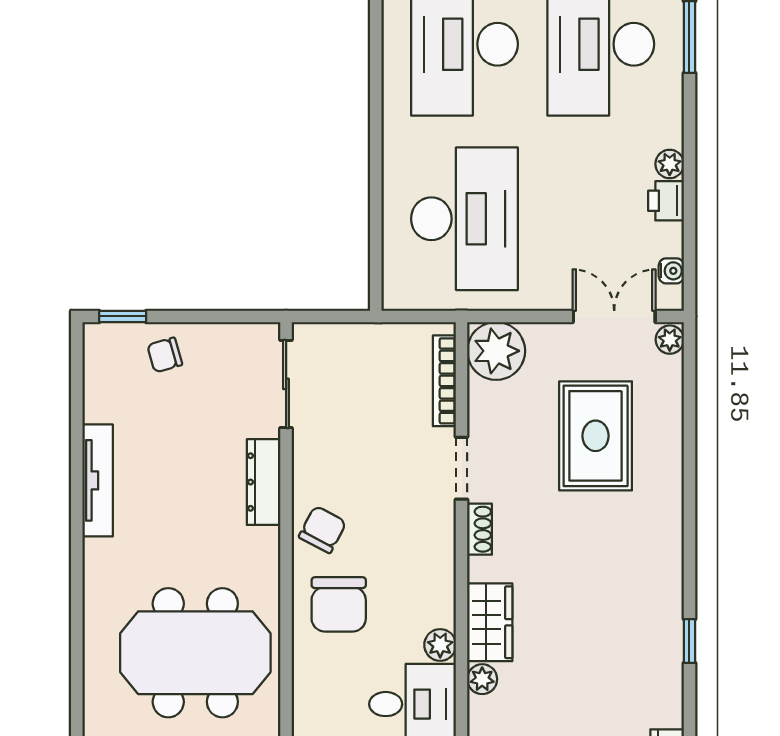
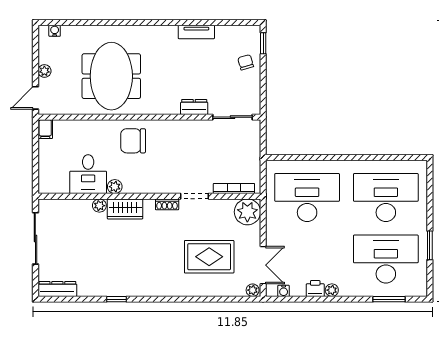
desk: (464, 219) -> (307, 198), turned 180
tv unit: (98, 480) -> (196, 32), width x0.71
dresser: (264, 482) -> (194, 107), width x0.70
chair: (323, 529) -> (167, 134), removed

